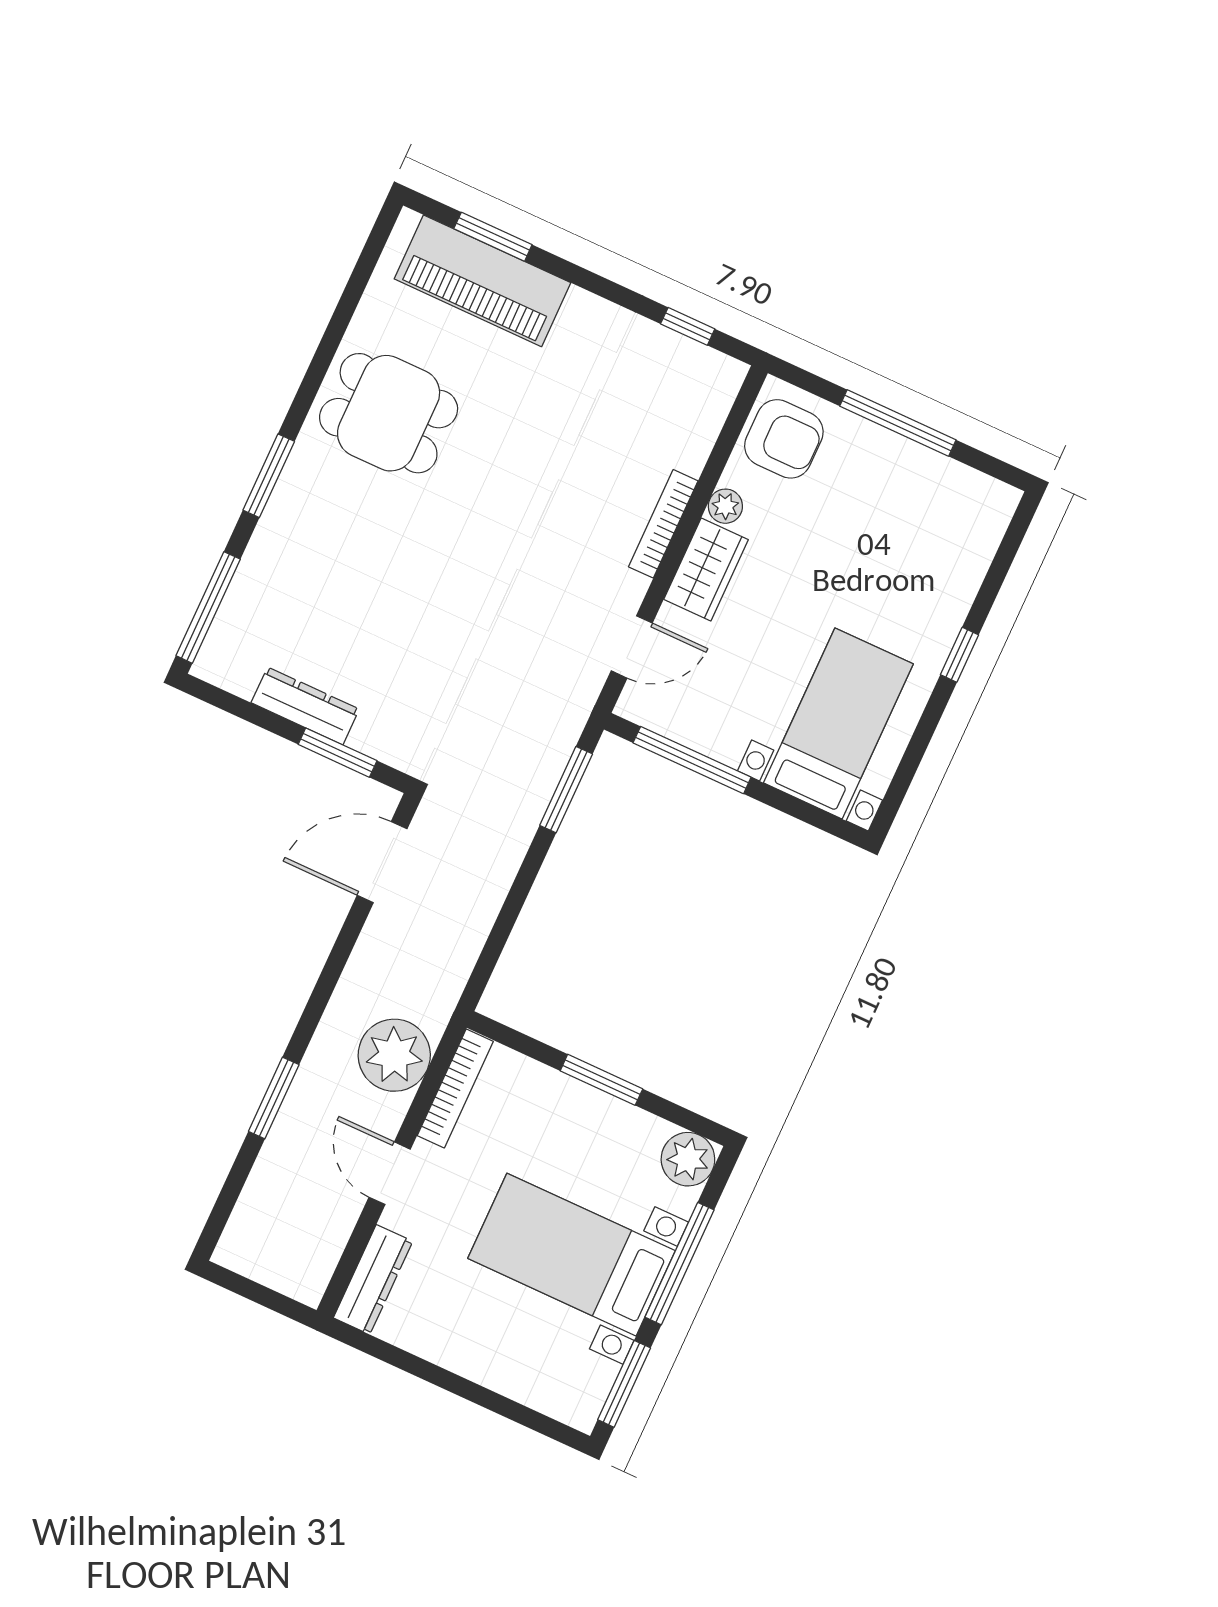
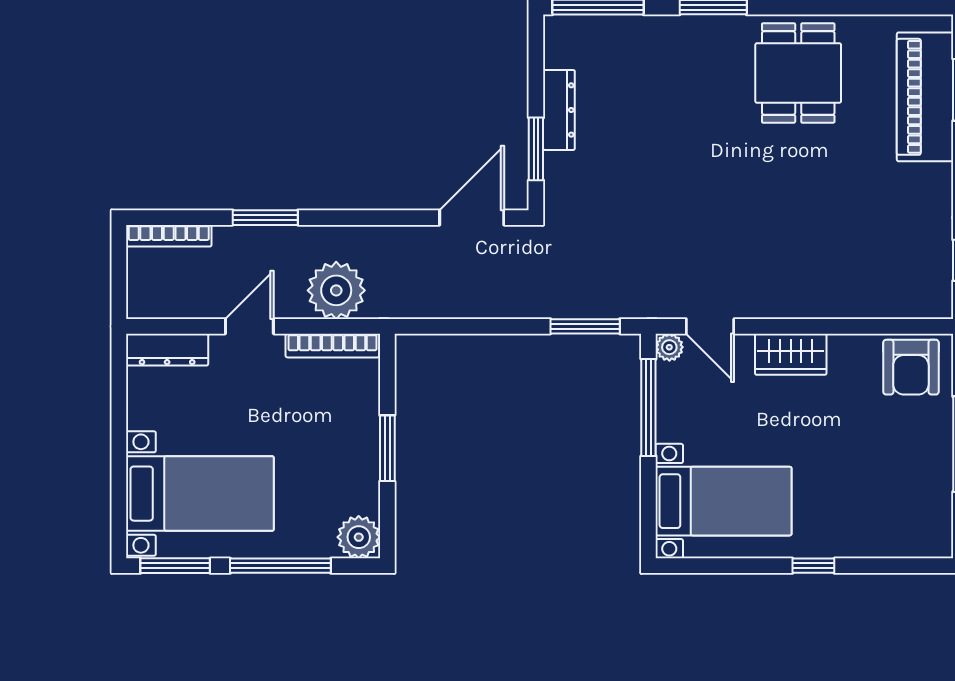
plant: (725, 506) -> (669, 347), moved
bookcase: (663, 524) -> (169, 236), moved, turned 180
door: (382, 862) -> (472, 218), hinge flipped
bed with nightstands: (571, 1255) -> (200, 494), moved, turned 90

